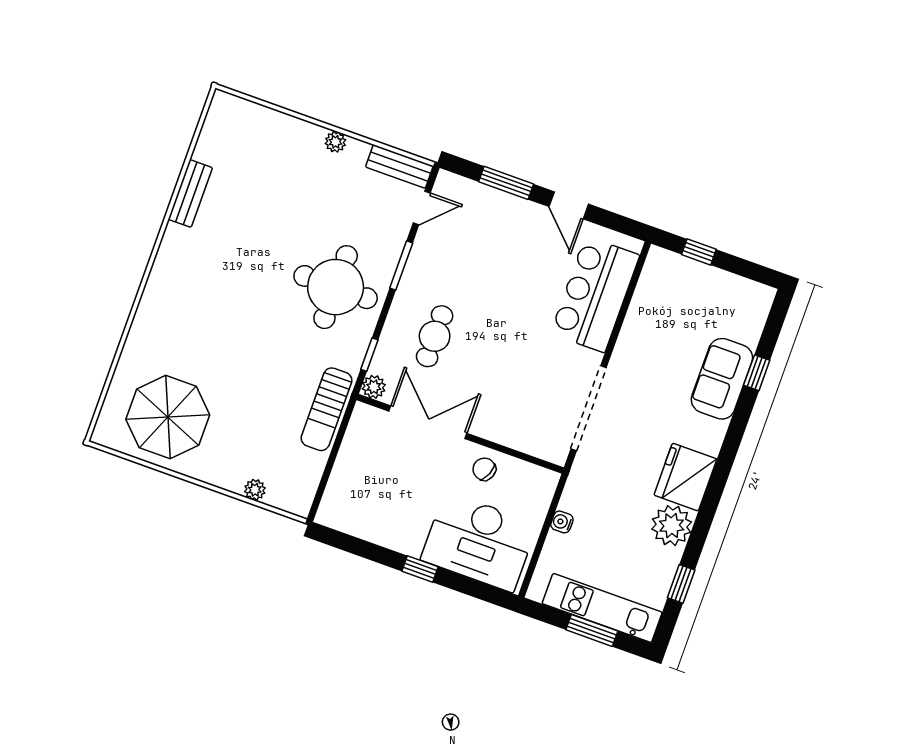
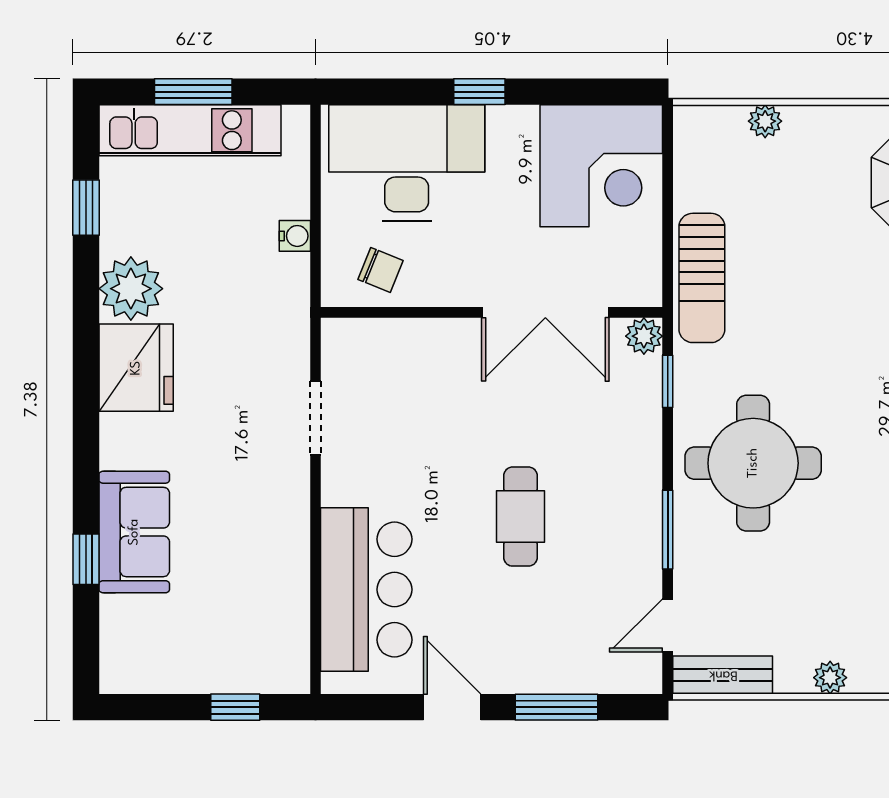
cafe table: (435, 336) -> (520, 517), moved
doorway: (589, 408) -> (315, 418), width x0.53
sun lounger: (326, 409) -> (702, 278), turned 180
chair: (484, 469) -> (380, 270), moved
corner desk: (363, 498) -> (601, 166), added

